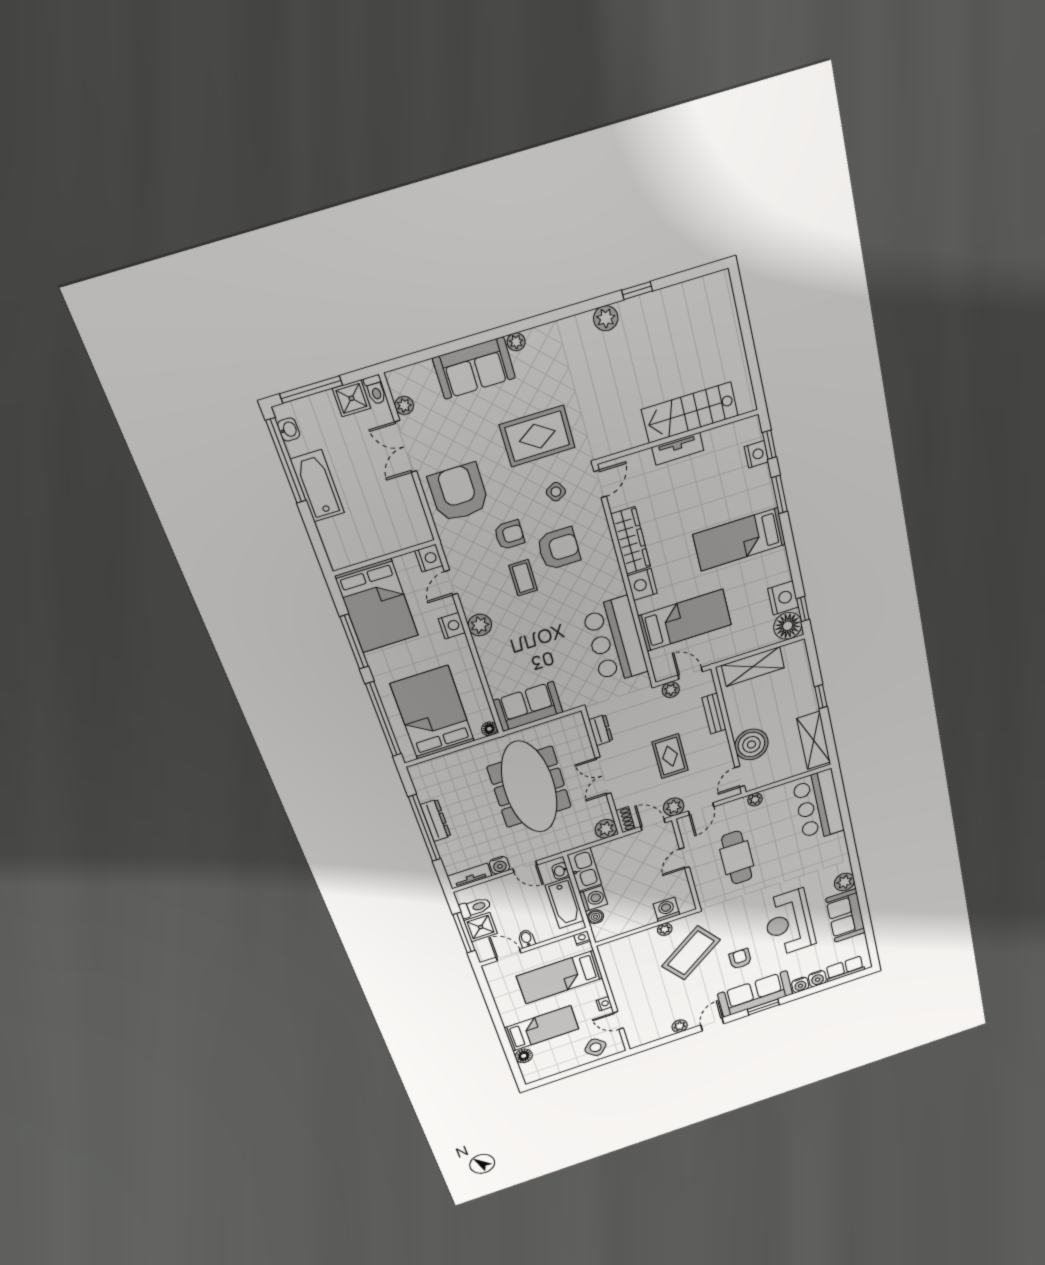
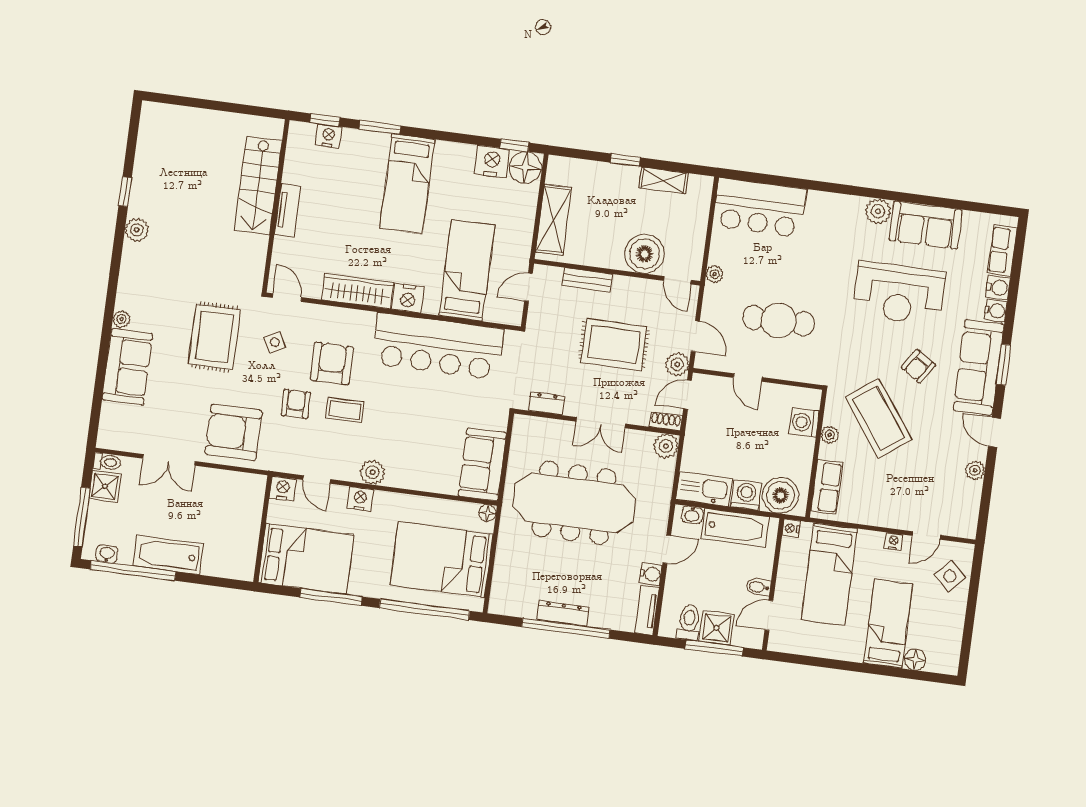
plant: (404, 405) -> (132, 444), removed
bar counter: (615, 641) -> (437, 346), width x1.36
plant: (671, 690) -> (537, 314), removed
shelving: (814, 740) -> (663, 180), width x0.67, depth x0.75
rug: (670, 756) -> (614, 344), width x1.36, depth x1.43
boiler: (595, 917) -> (780, 495), width x1.86, depth x1.86
row of seats: (625, 945) -> (827, 487), added
armchair: (740, 959) -> (918, 366), turned -57

